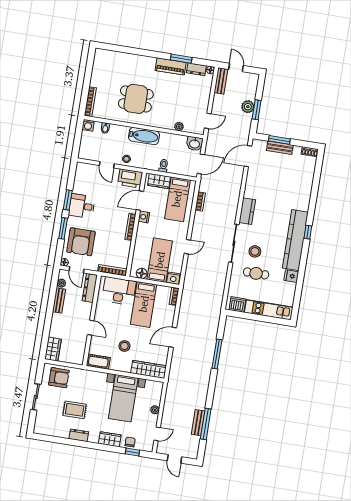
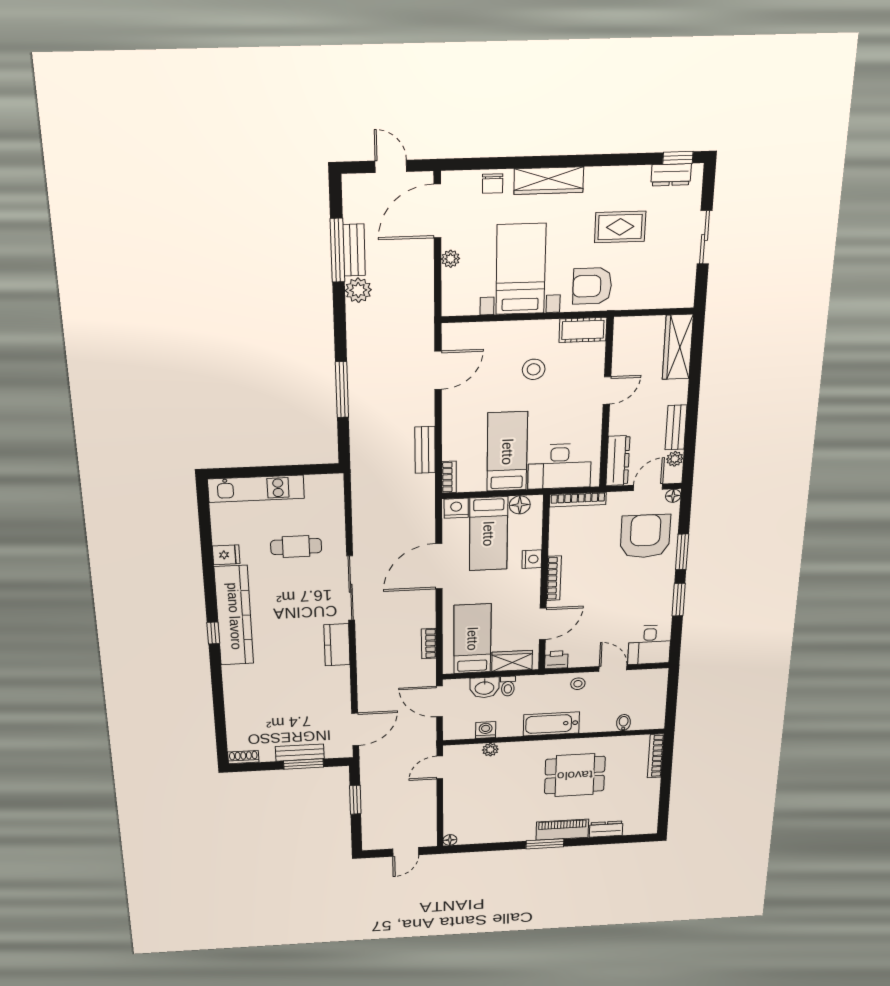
window: (181, 59) -> (545, 844), moved
piano: (171, 66) -> (562, 830), moved
door: (236, 67) -> (406, 852), hinge flipped
dresser: (196, 69) -> (606, 829), moved
bench: (221, 81) -> (425, 450), moved
plant: (248, 107) -> (358, 290), moved
washing machine: (88, 125) -> (486, 730), moved
washbasin: (195, 144) -> (484, 688), moved, turned 180
door: (201, 164) -> (439, 702), hinge flipped
printer: (130, 178) -> (556, 660), width x0.53, depth x0.68
desk: (82, 206) -> (649, 645), moved, turned 90
nightstand: (144, 217) -> (532, 559), moved
door: (187, 247) -> (439, 566), width x1.87
stool: (255, 251) -> (307, 583), removed
door: (76, 270) -> (648, 487), hinge flipped
dishwasher: (237, 304) -> (320, 486), removed
door: (91, 328) -> (607, 390), swing flipped
door: (173, 337) -> (438, 370), moved
wardrobe: (53, 349) -> (678, 347), width x1.50
wardrobe: (149, 369) -> (477, 335), removed
armchair: (59, 378) -> (592, 286), moved
door: (157, 434) -> (437, 211), width x1.87
dresser: (79, 435) -> (671, 175), moved
wardrobe: (110, 439) -> (549, 181), width x1.50
window: (132, 452) -> (678, 158), moved

